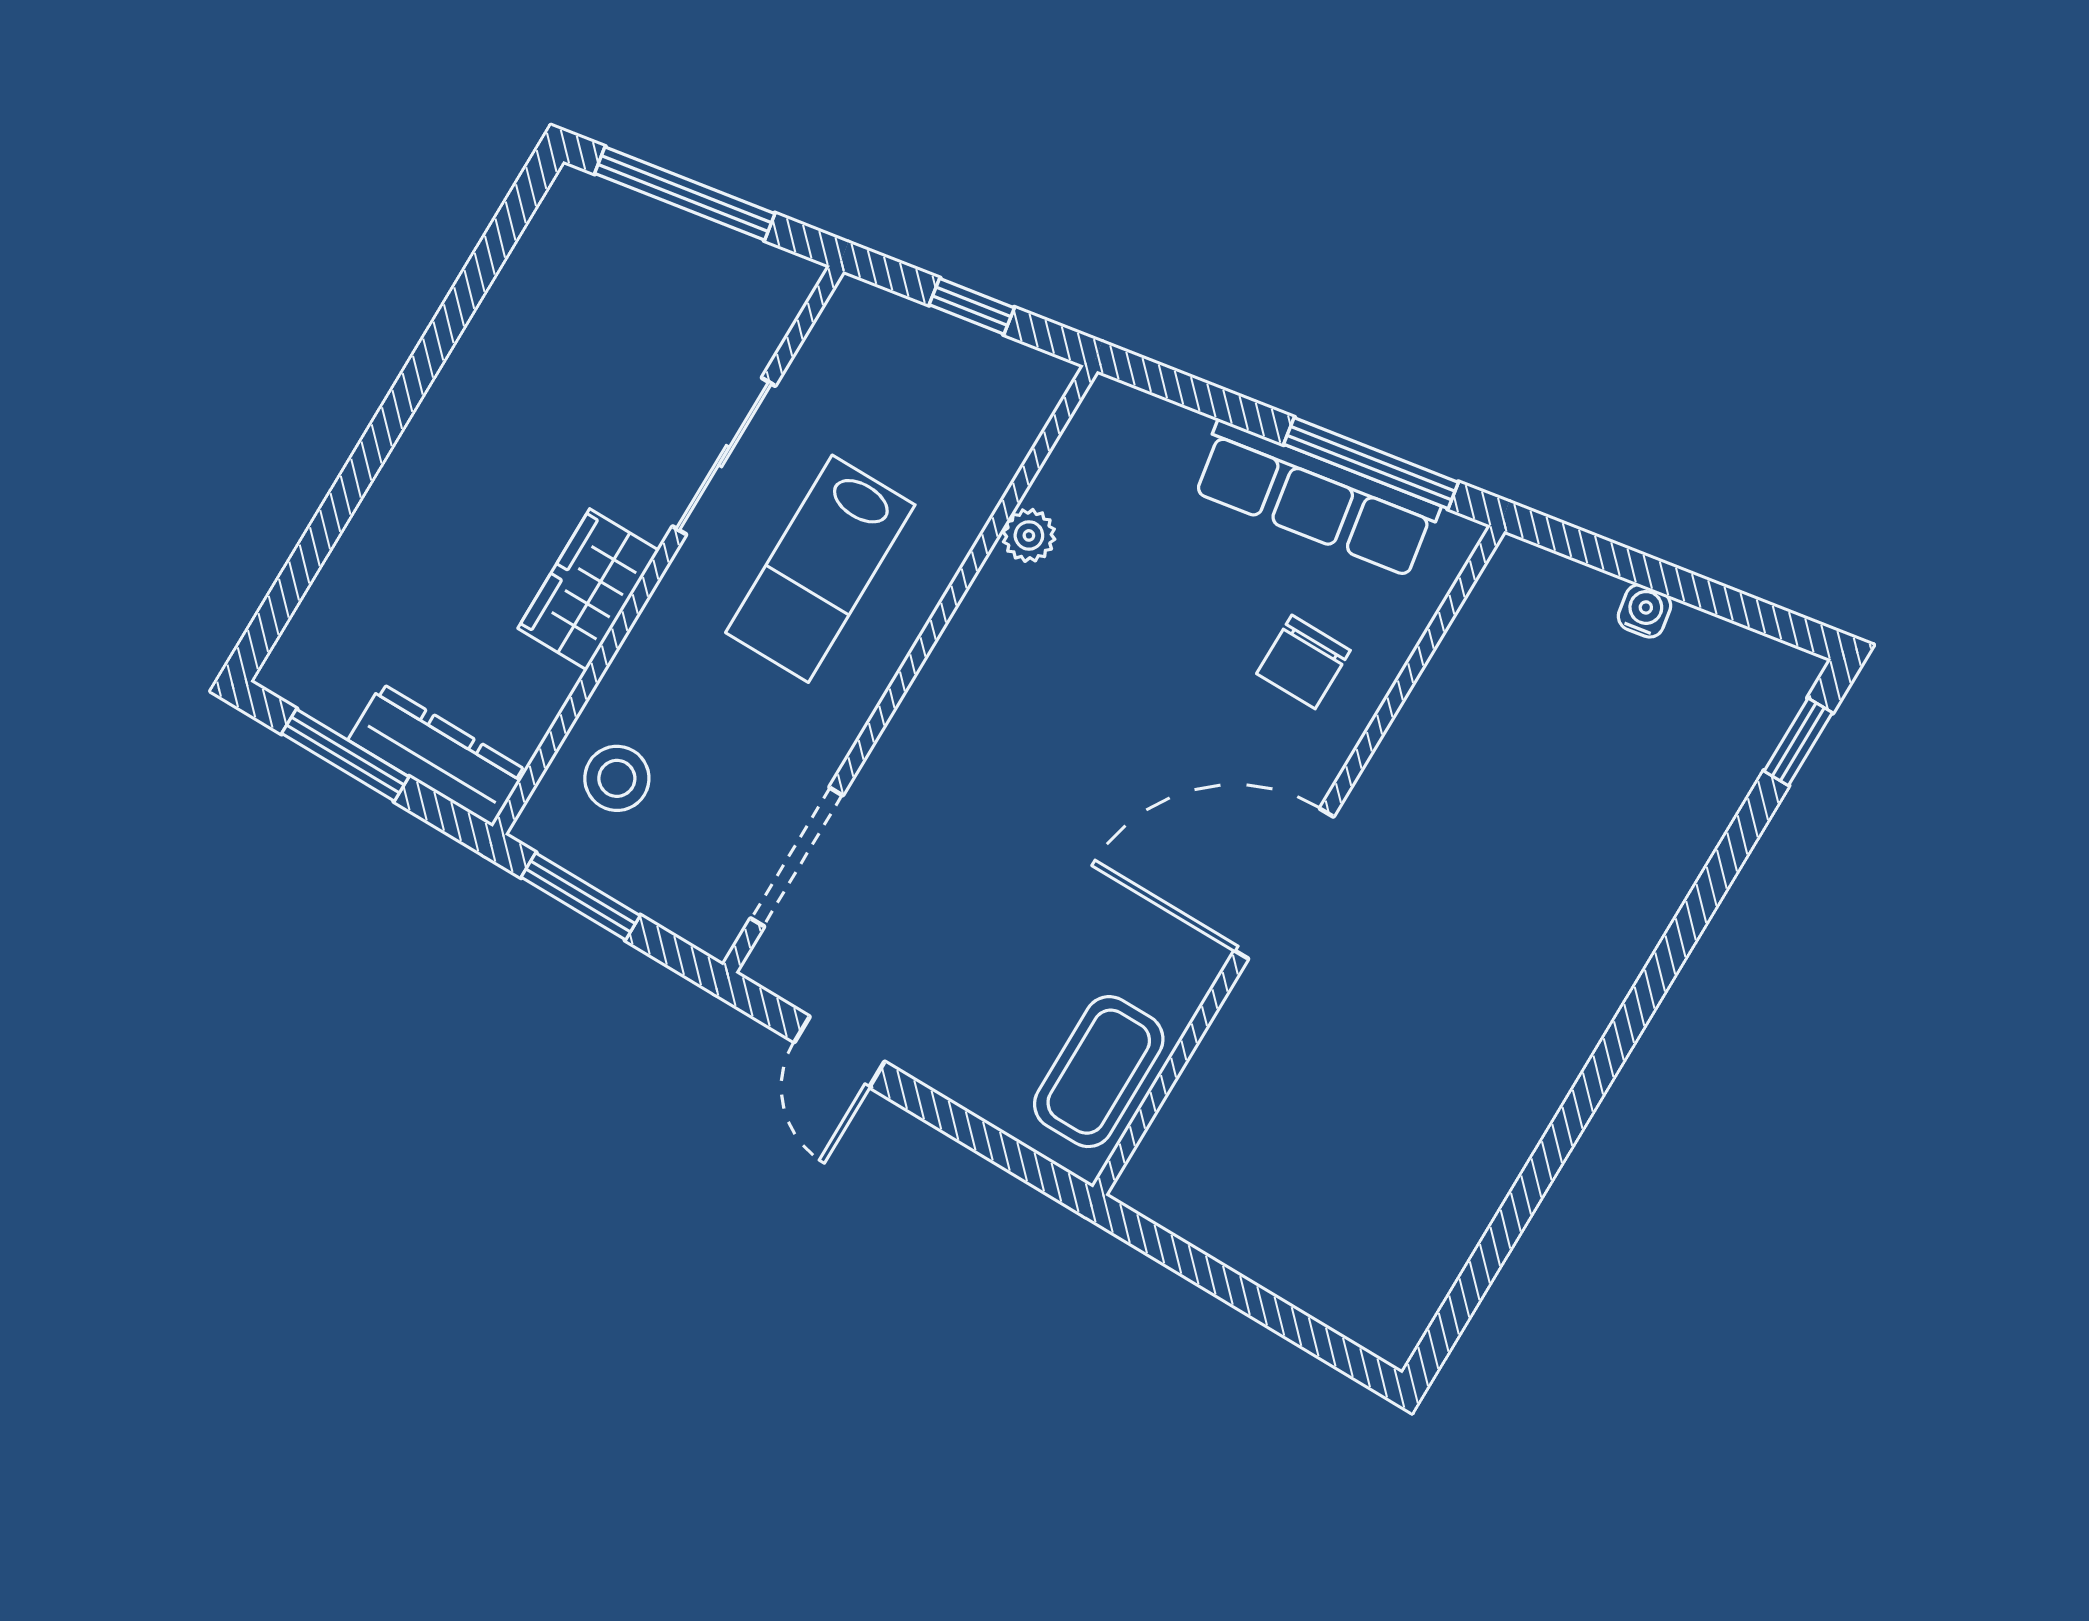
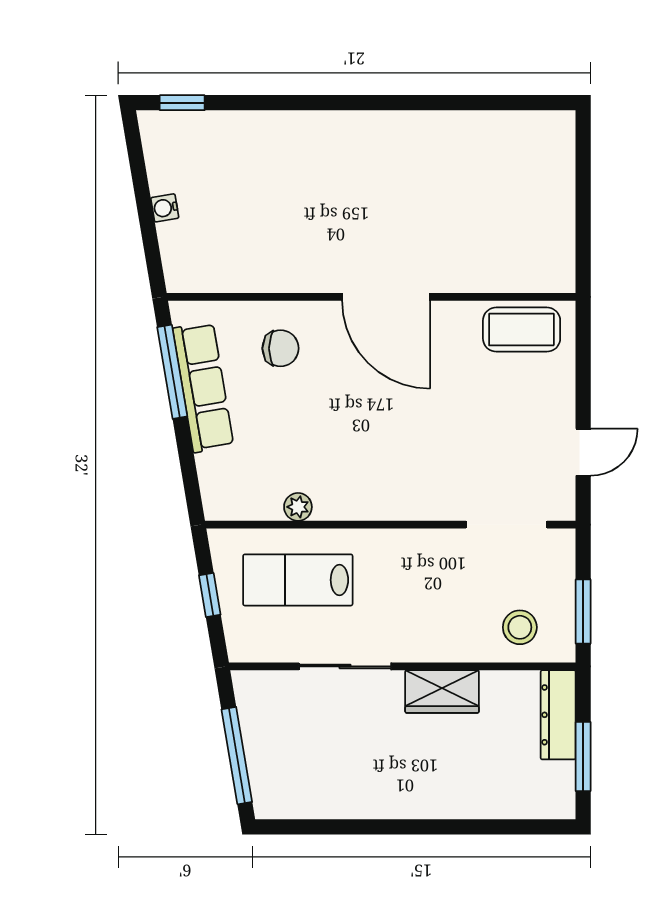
lab bench: (820, 569) -> (298, 580), moved, turned 180

